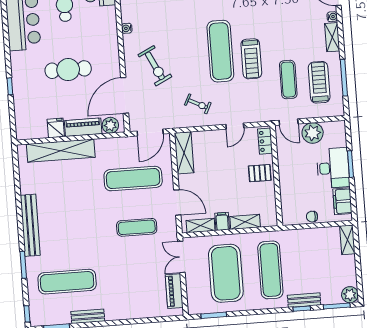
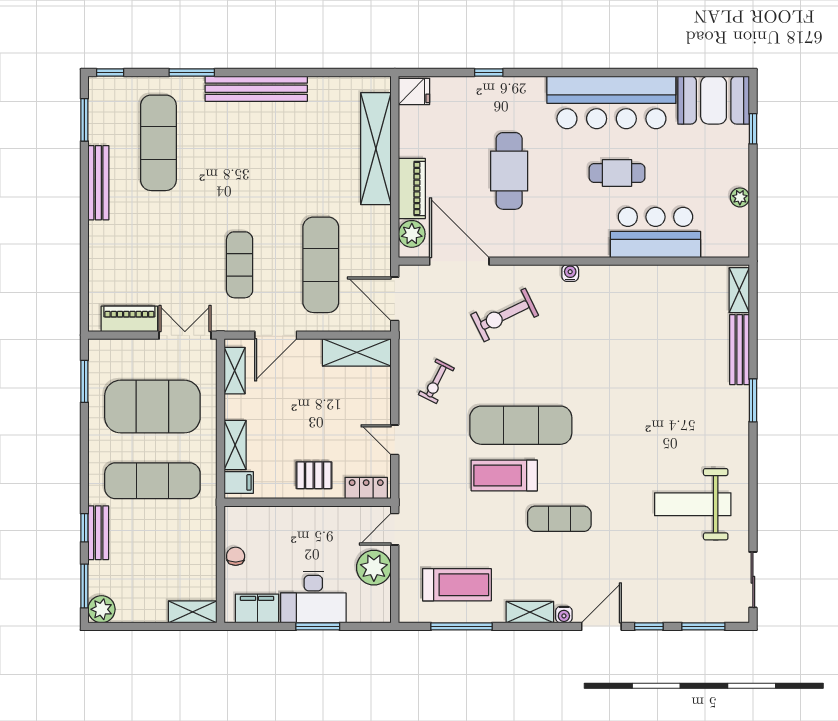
exercise mat: (288, 80) -> (559, 519), moved
fridge: (56, 128) -> (414, 91), moved
pallet: (260, 173) -> (314, 475), turned 90
filing cabinet: (222, 221) -> (239, 482), moved
bench: (88, 316) -> (98, 183), width x1.36

